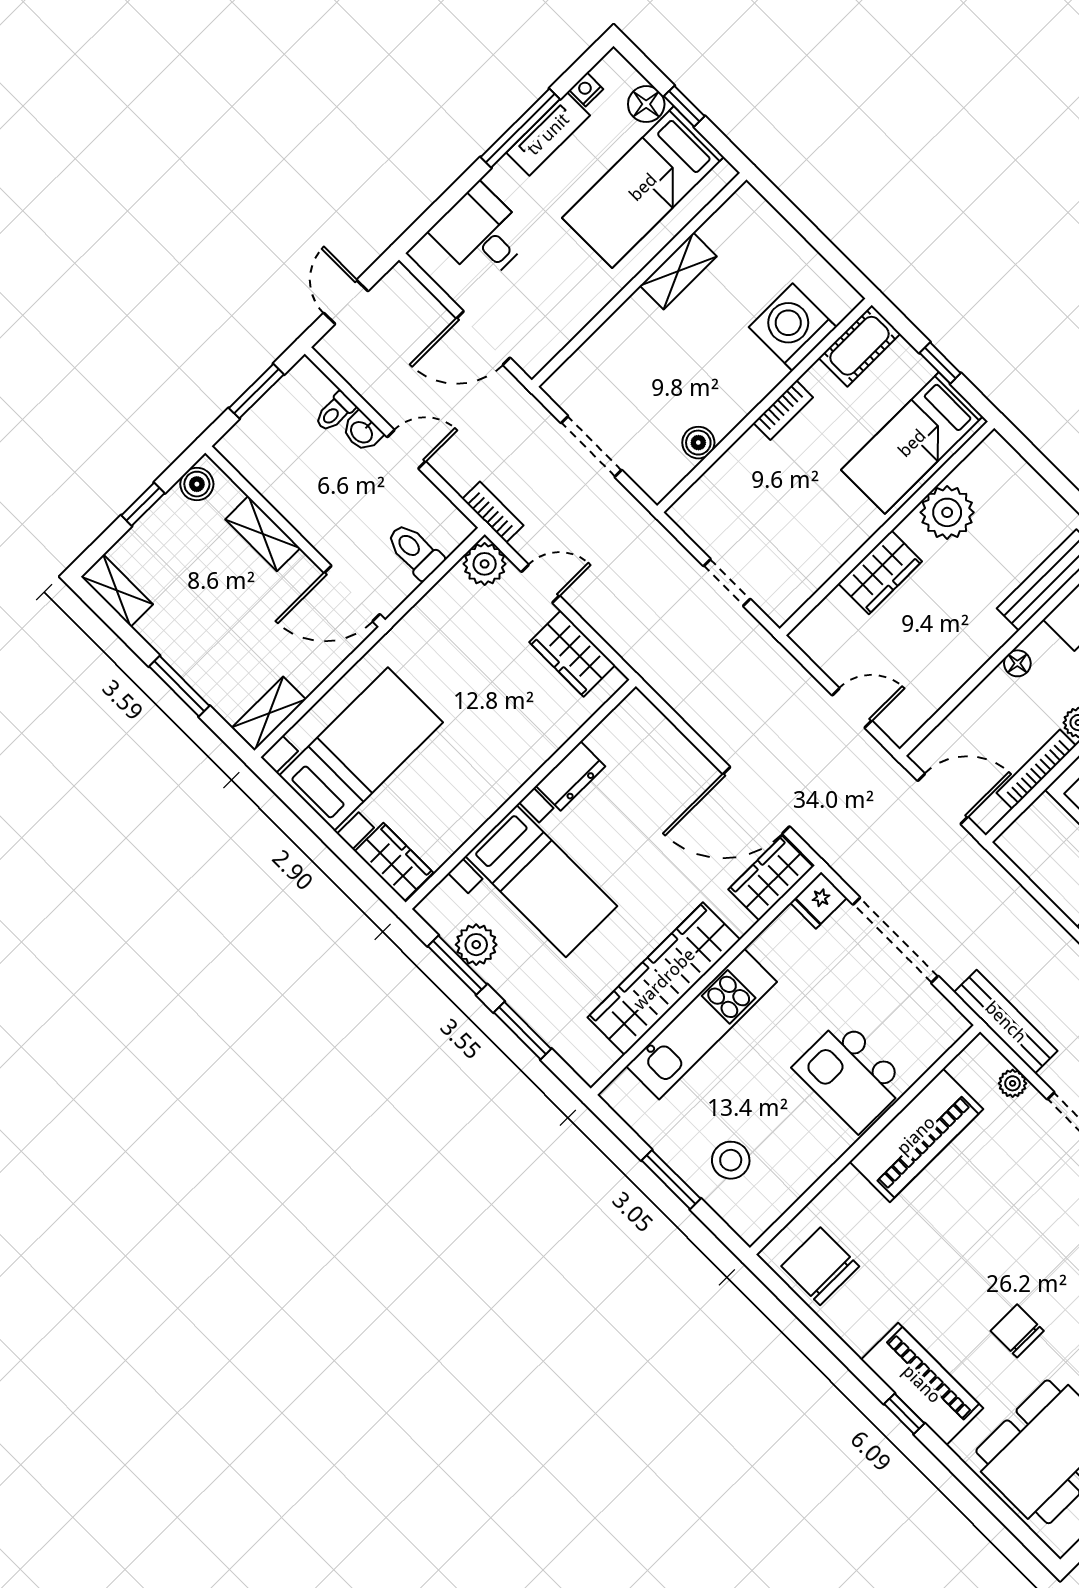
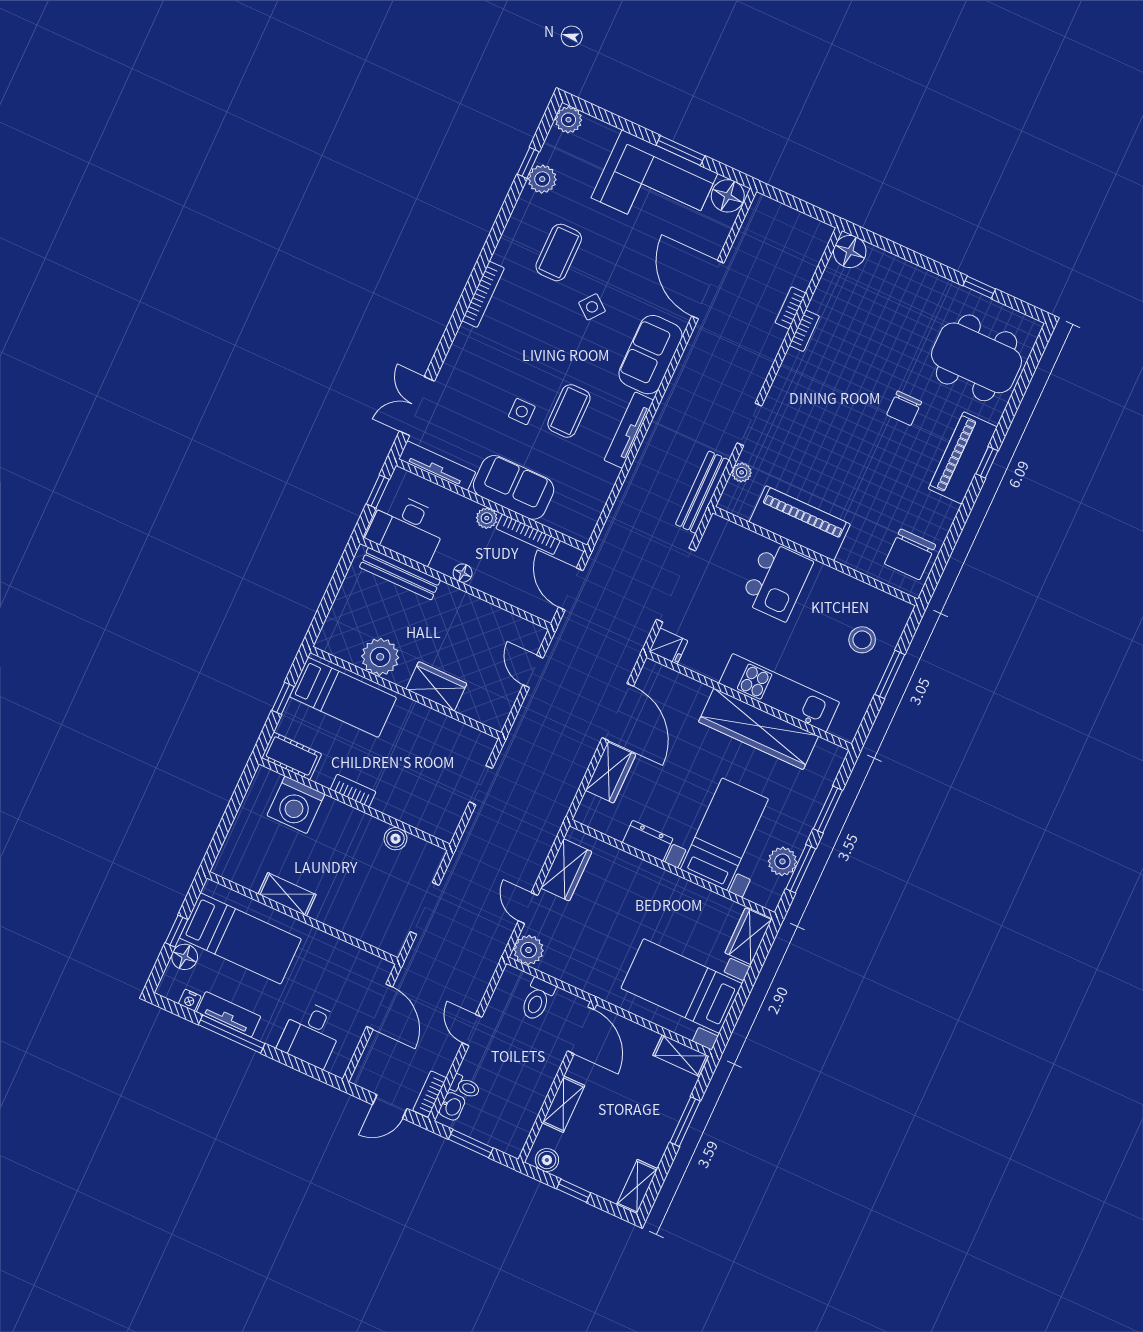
washbasin: (362, 432) -> (452, 1106), moved
bookcase: (493, 512) -> (430, 1094), moved
wardrobe: (771, 878) -> (611, 772), moved, turned -90

